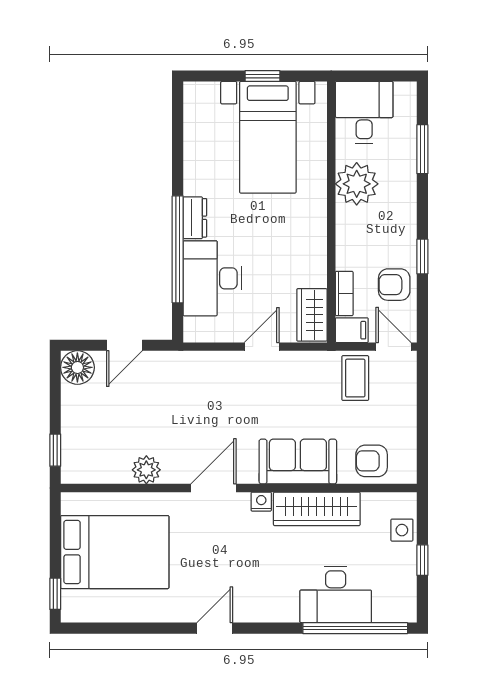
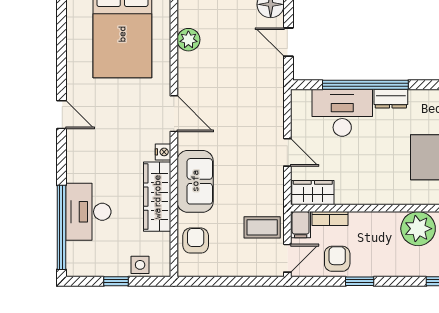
plant: (146, 470) -> (188, 40), moved

